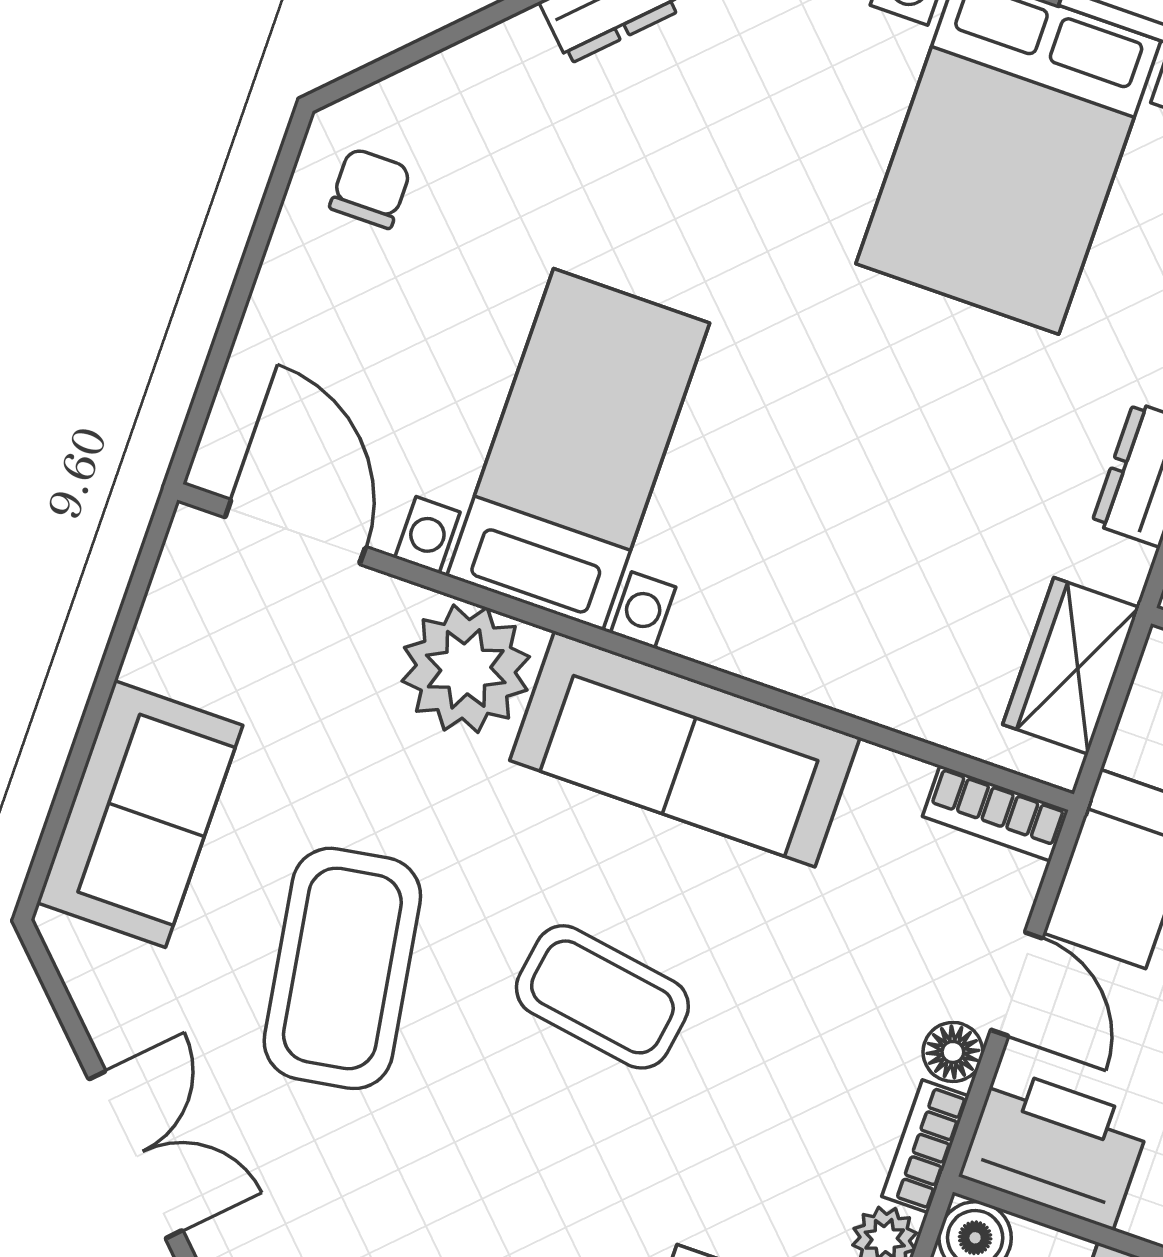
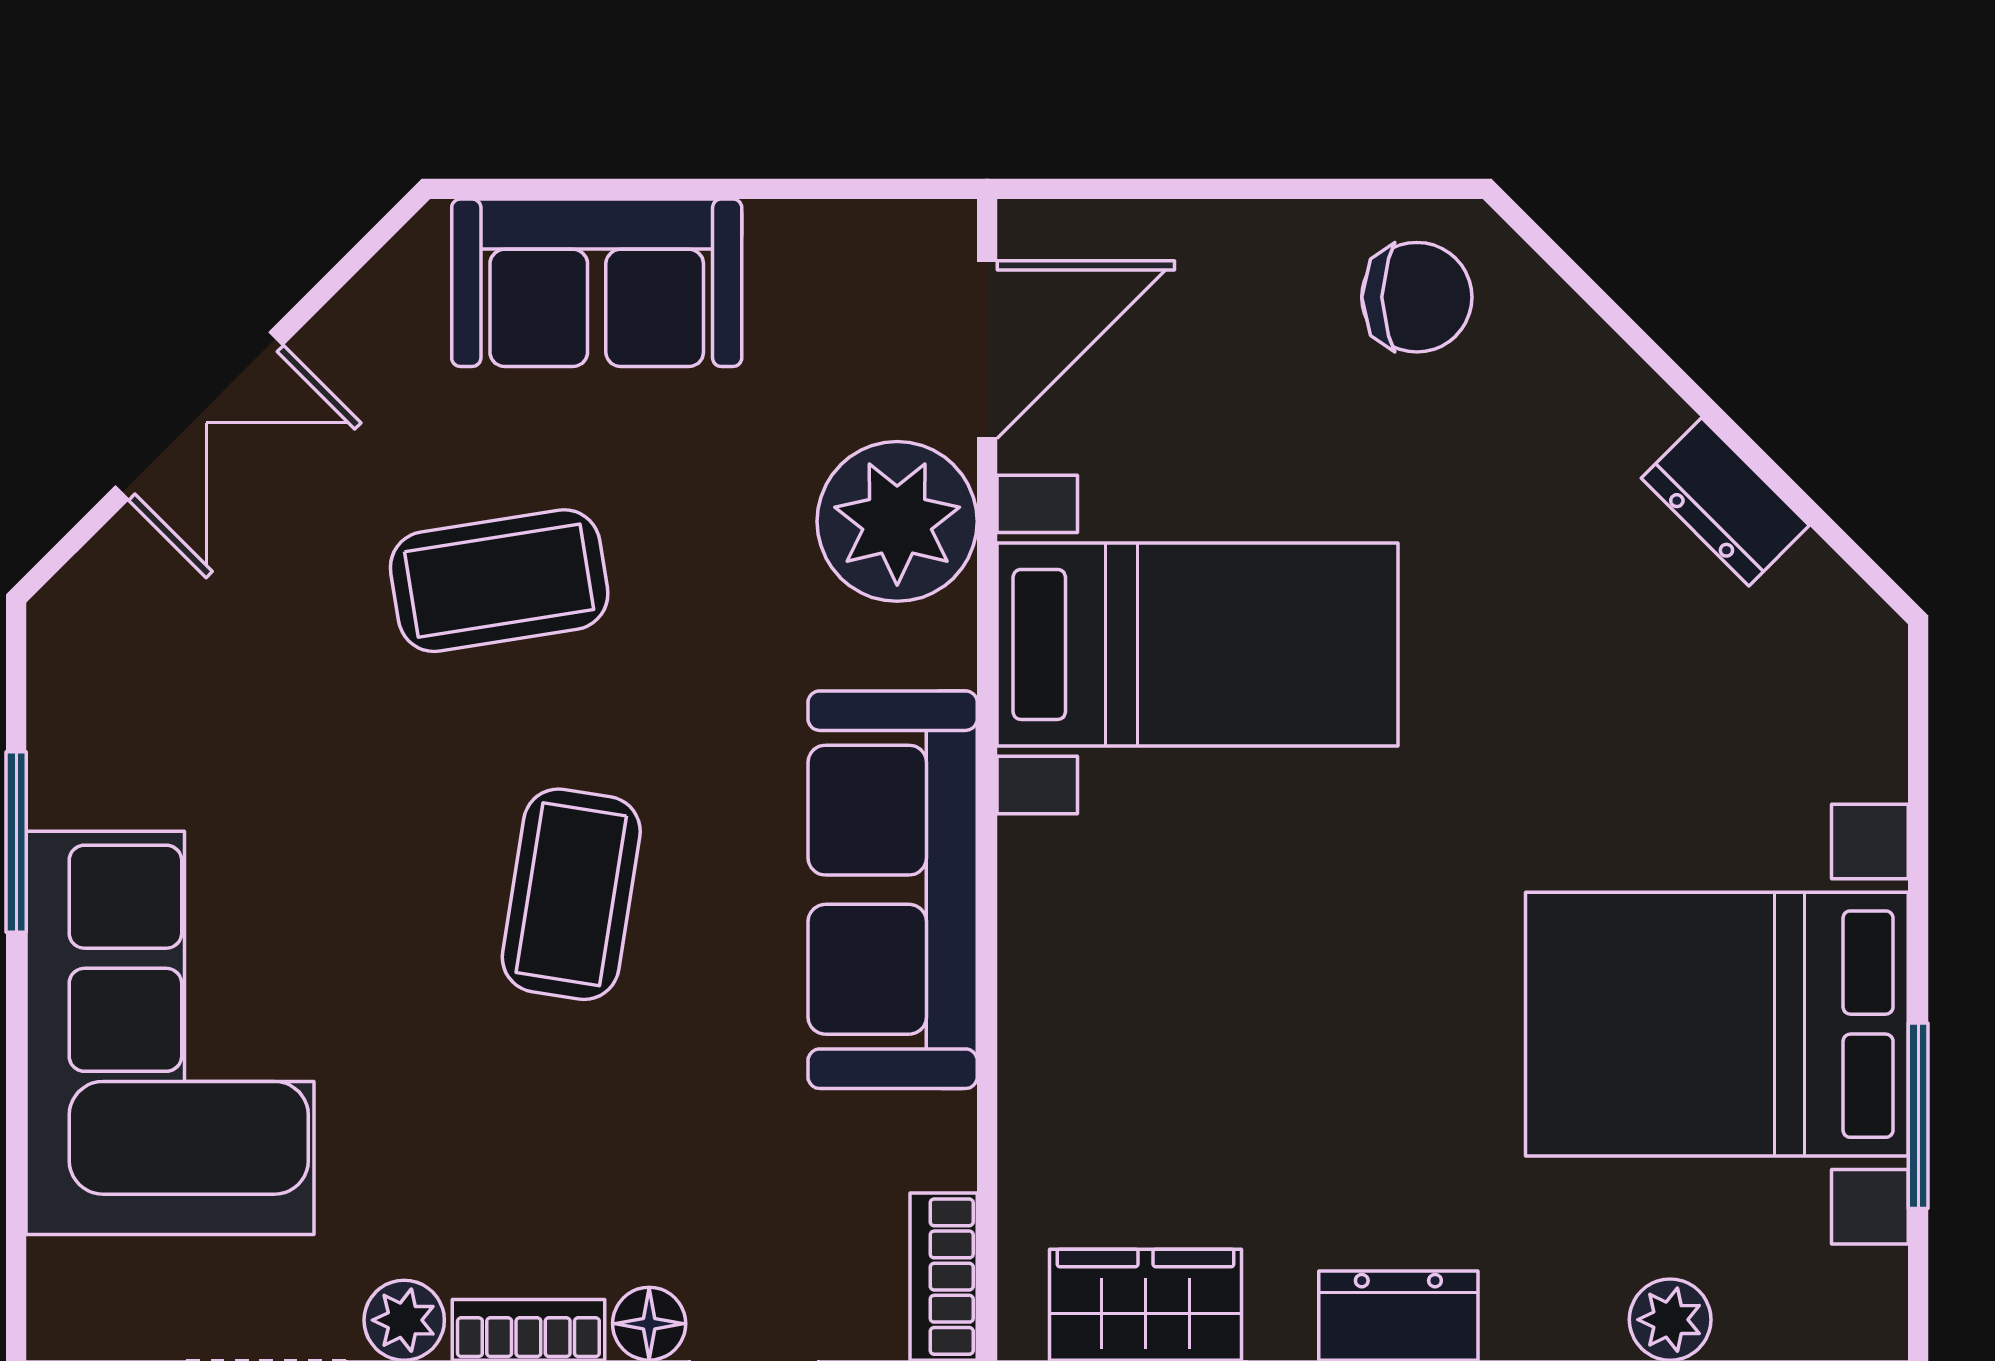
chair: (370, 188) -> (1417, 297), width x1.37, depth x1.37
plant: (466, 669) -> (897, 521), moved
coffee table: (342, 968) -> (499, 581), width x0.73, depth x0.76

